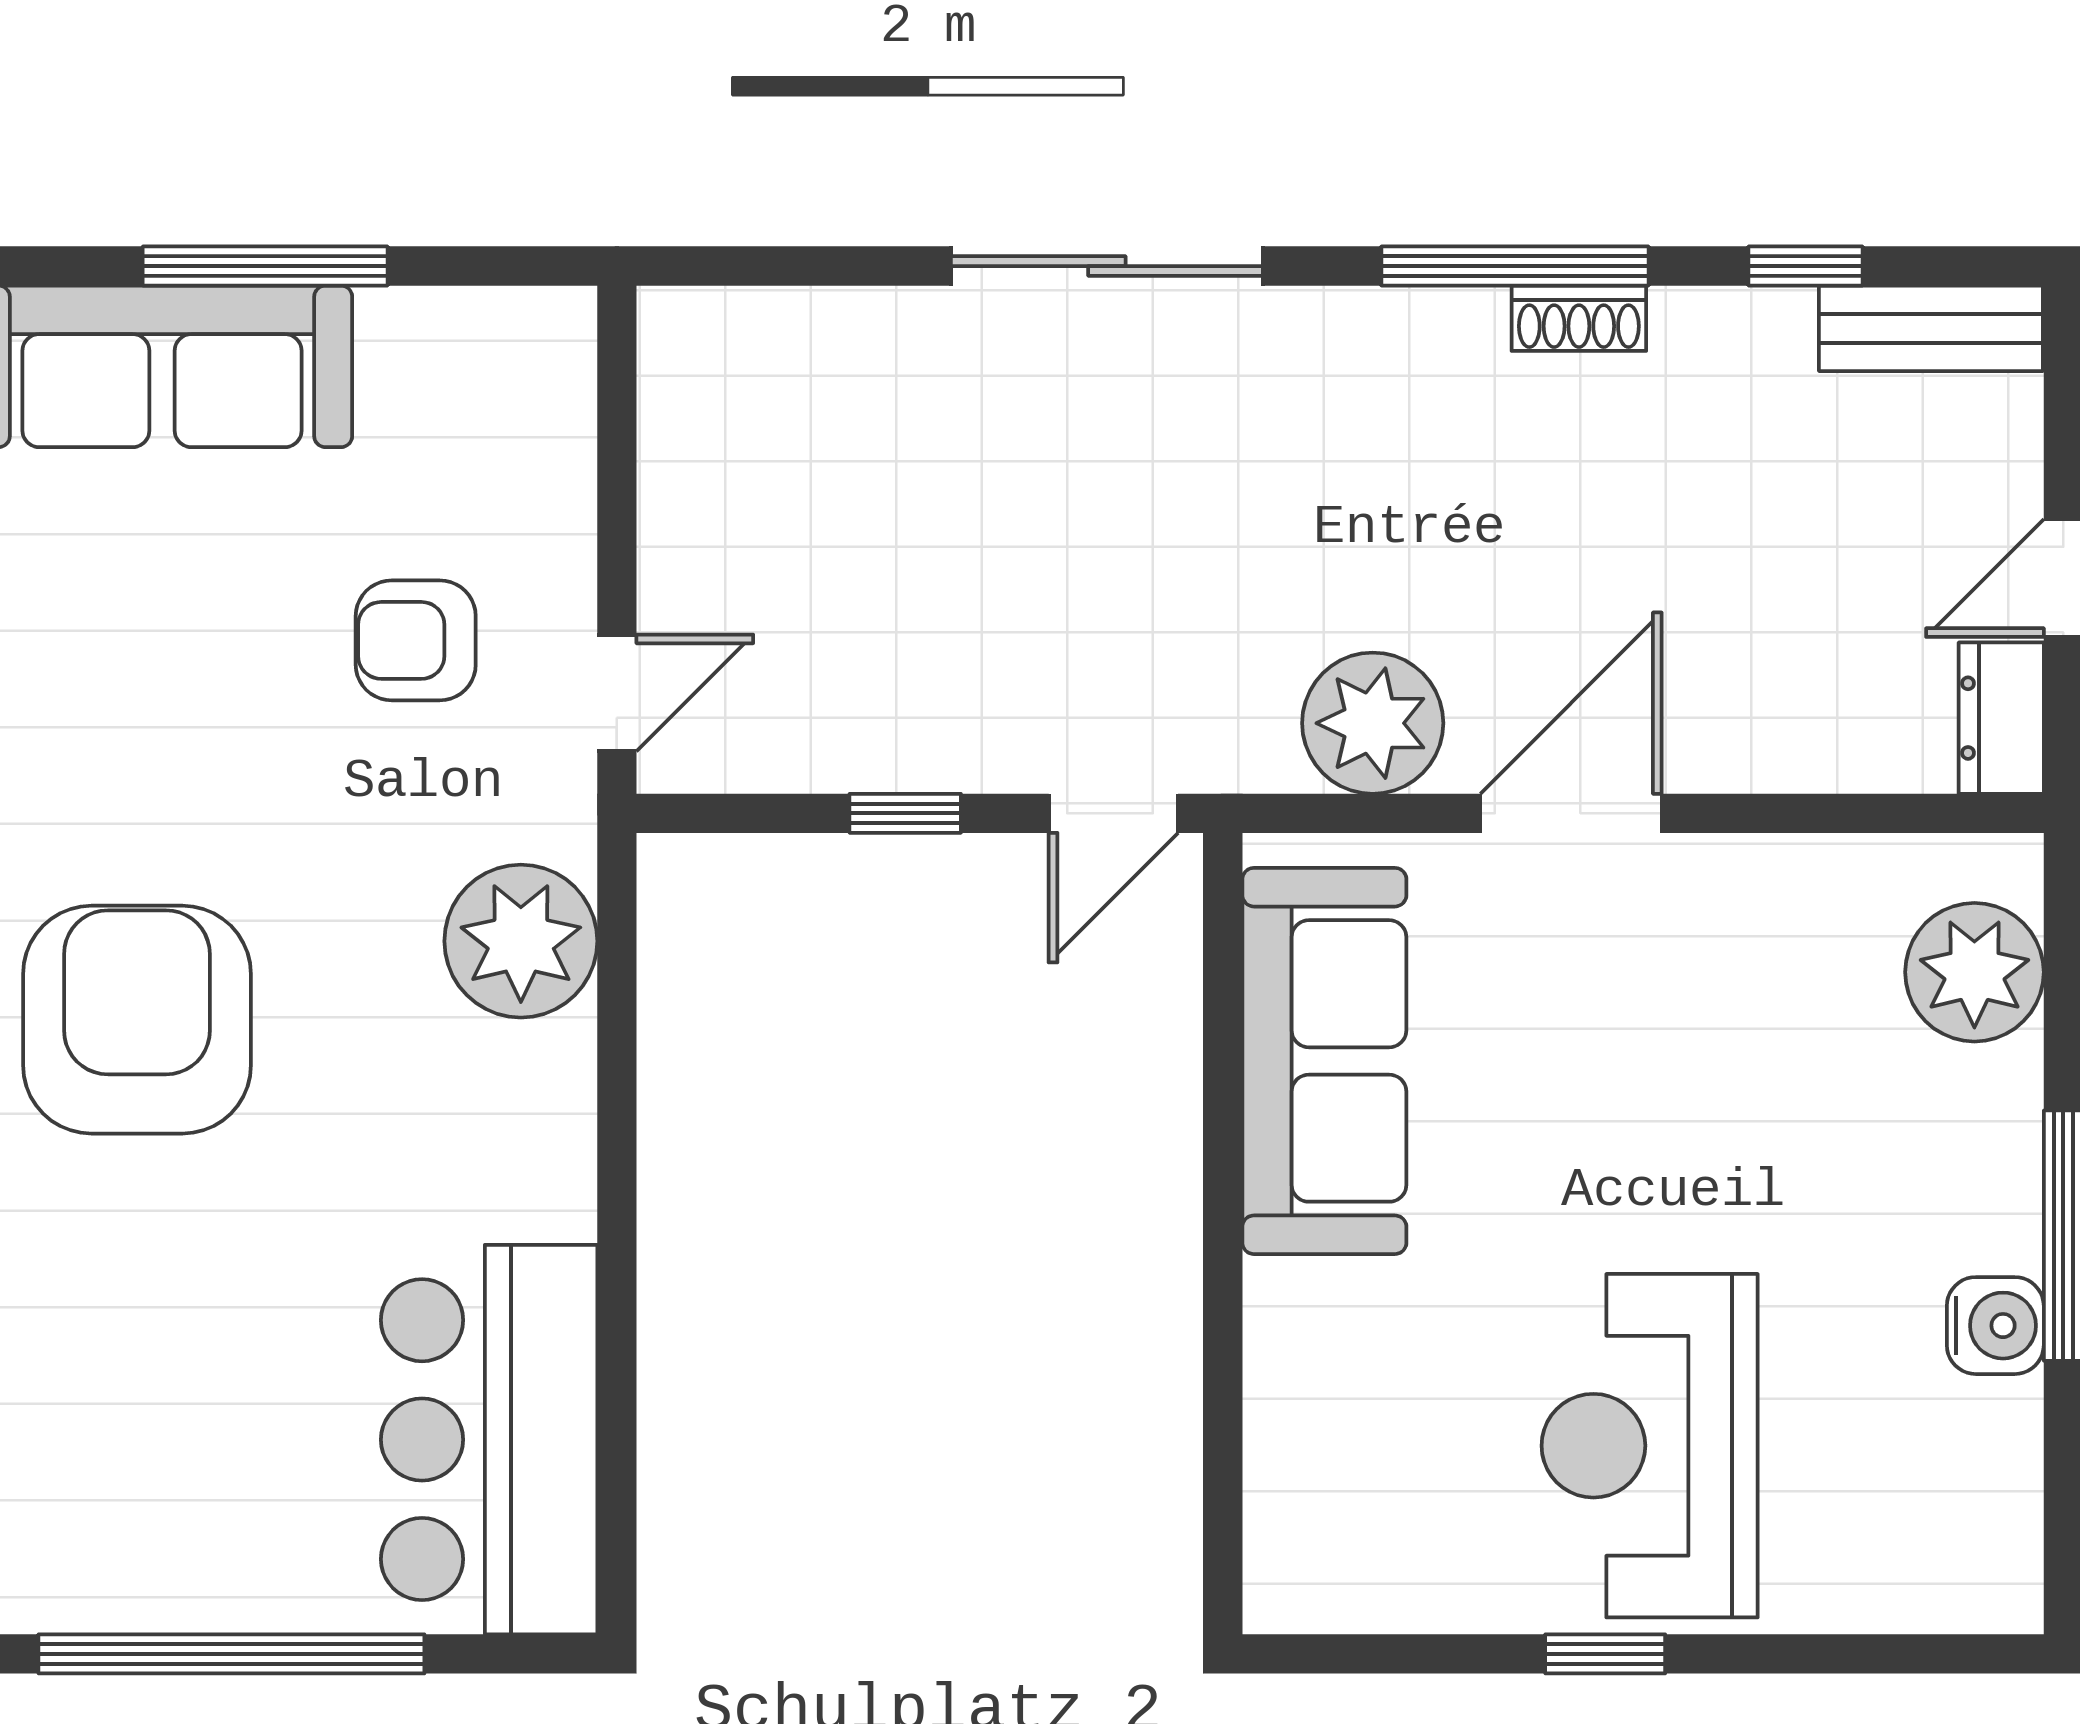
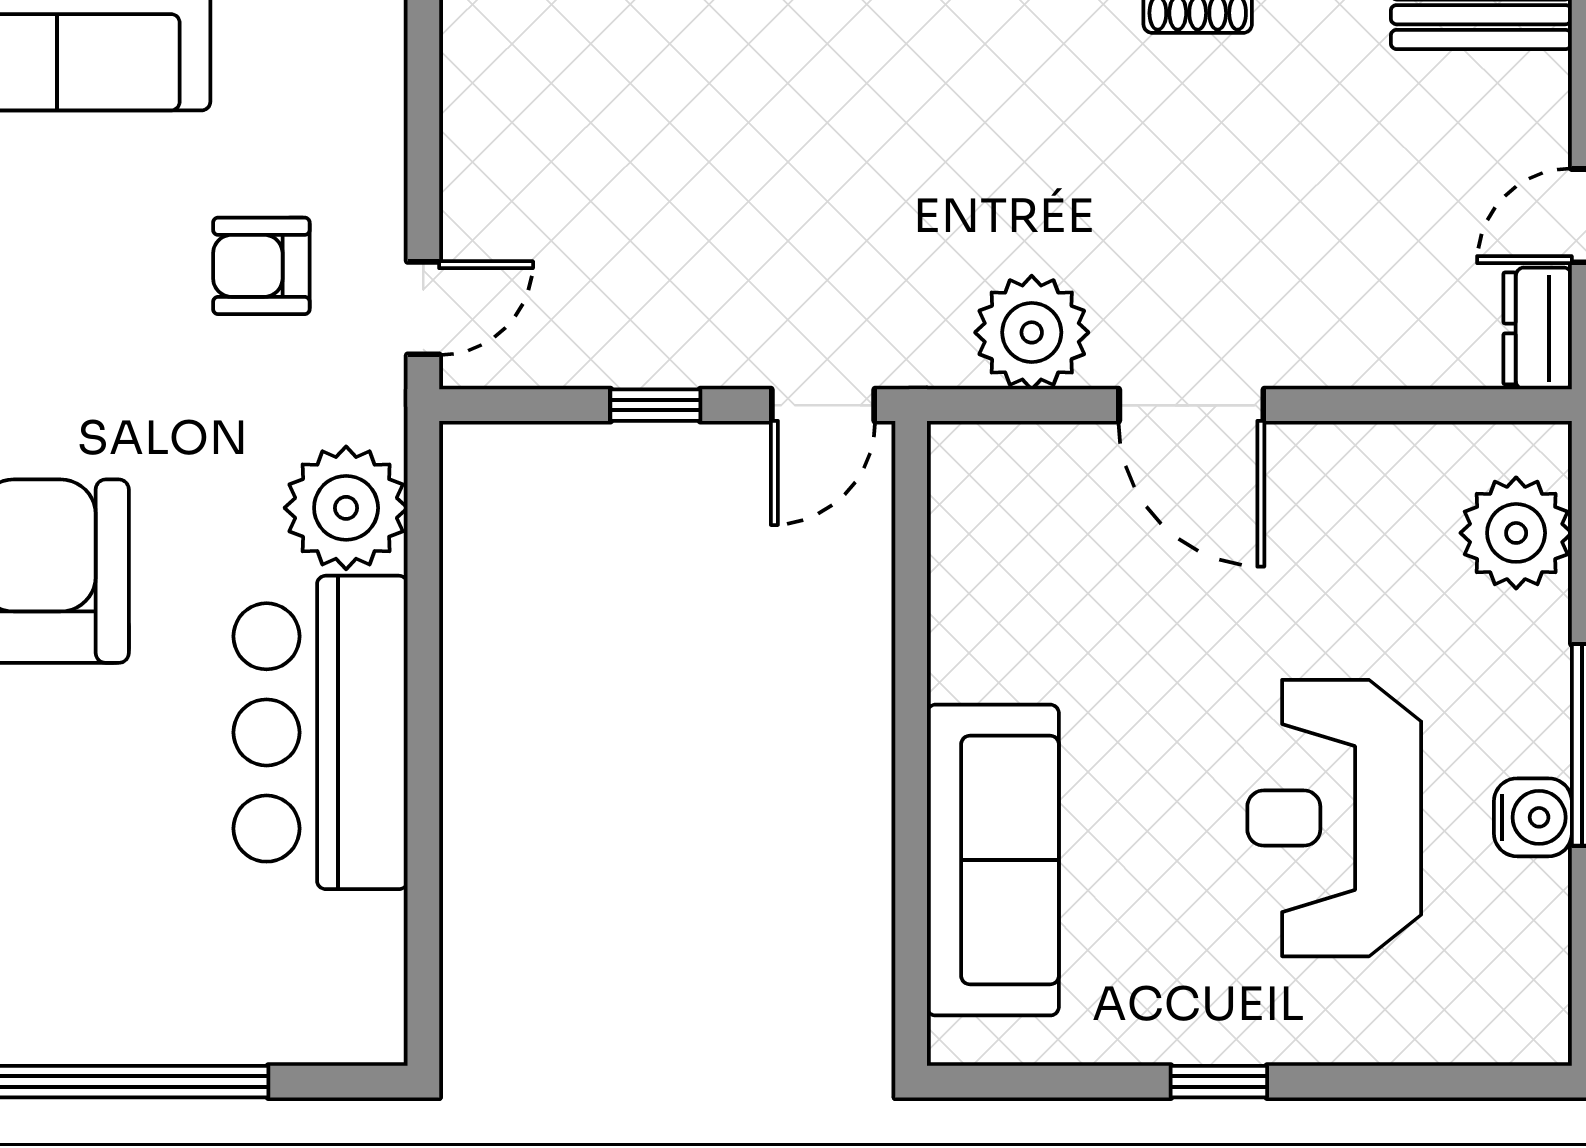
door: (1571, 813) -> (1191, 405), swing flipped
sofa: (1324, 1061) -> (993, 860), moved
bar counter: (489, 1440) -> (320, 732), moved
reception desk: (1650, 1446) -> (1334, 818), moved

